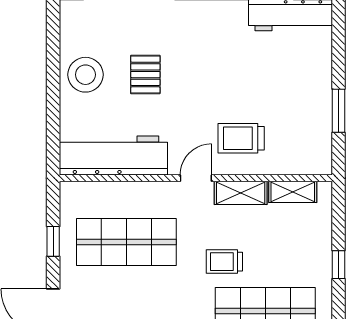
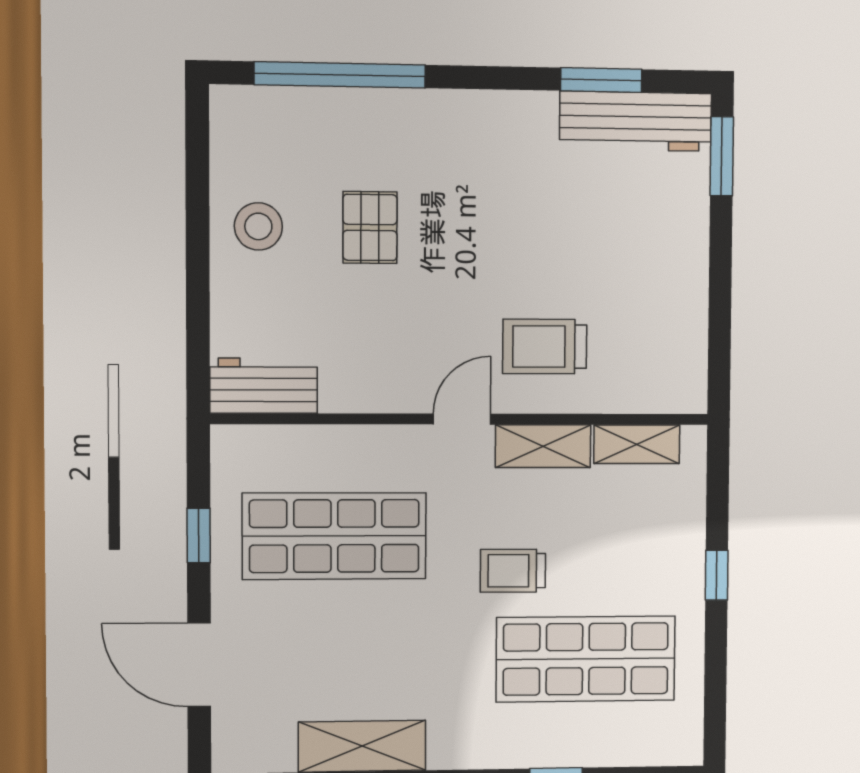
stool: (85, 75) -> (258, 226), width x0.73, depth x0.73
window: (338, 111) -> (722, 156), moved
workbench: (113, 155) -> (264, 386), width x0.53, depth x0.76

